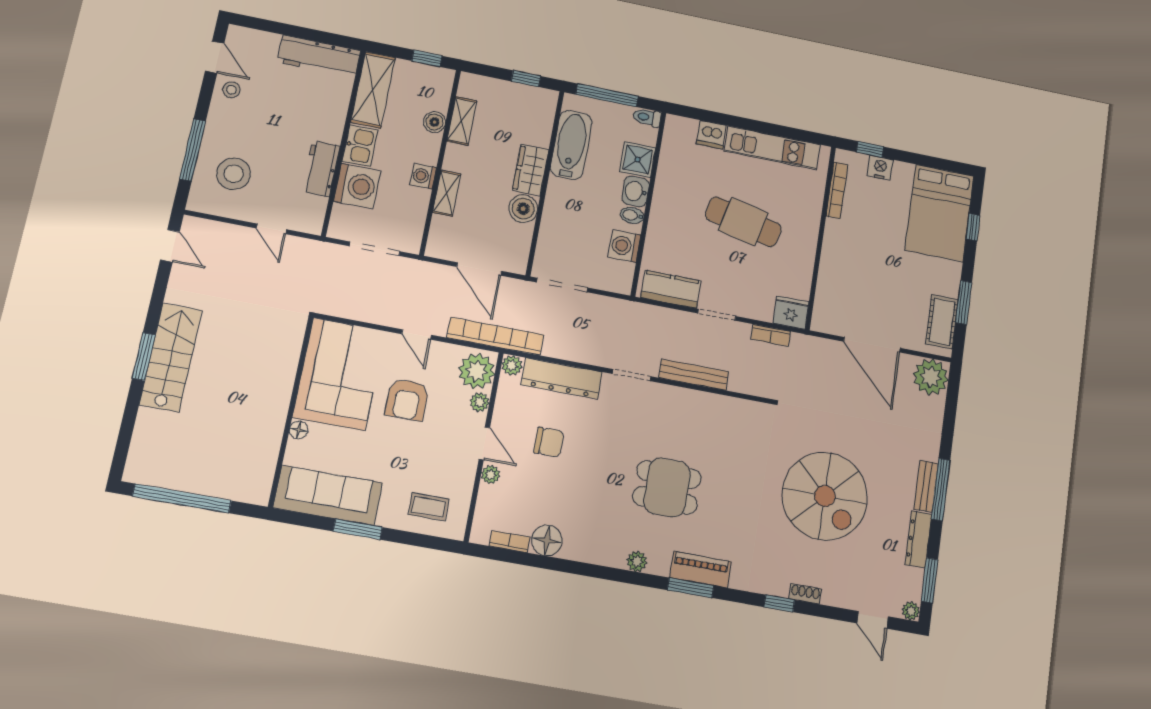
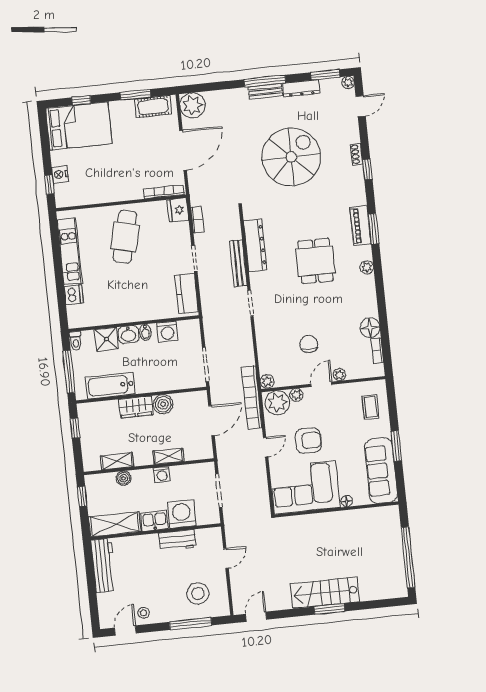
bookcase: (837, 190) -> (164, 192), moved
cafe table: (743, 222) -> (125, 237), moved
dresser: (562, 378) -> (255, 245), moved

